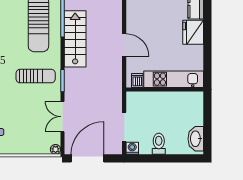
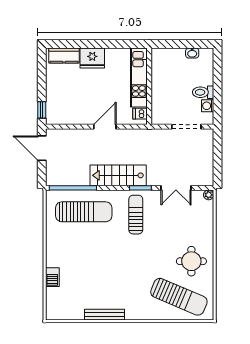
stairs: (75, 39) -> (118, 175), moved
washbasin: (196, 139) -> (192, 53), width x0.52, depth x0.69
washing machine: (132, 148) -> (208, 106), moved
door: (87, 158) -> (218, 163), removed

